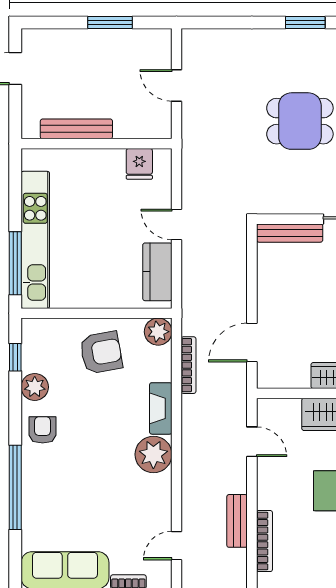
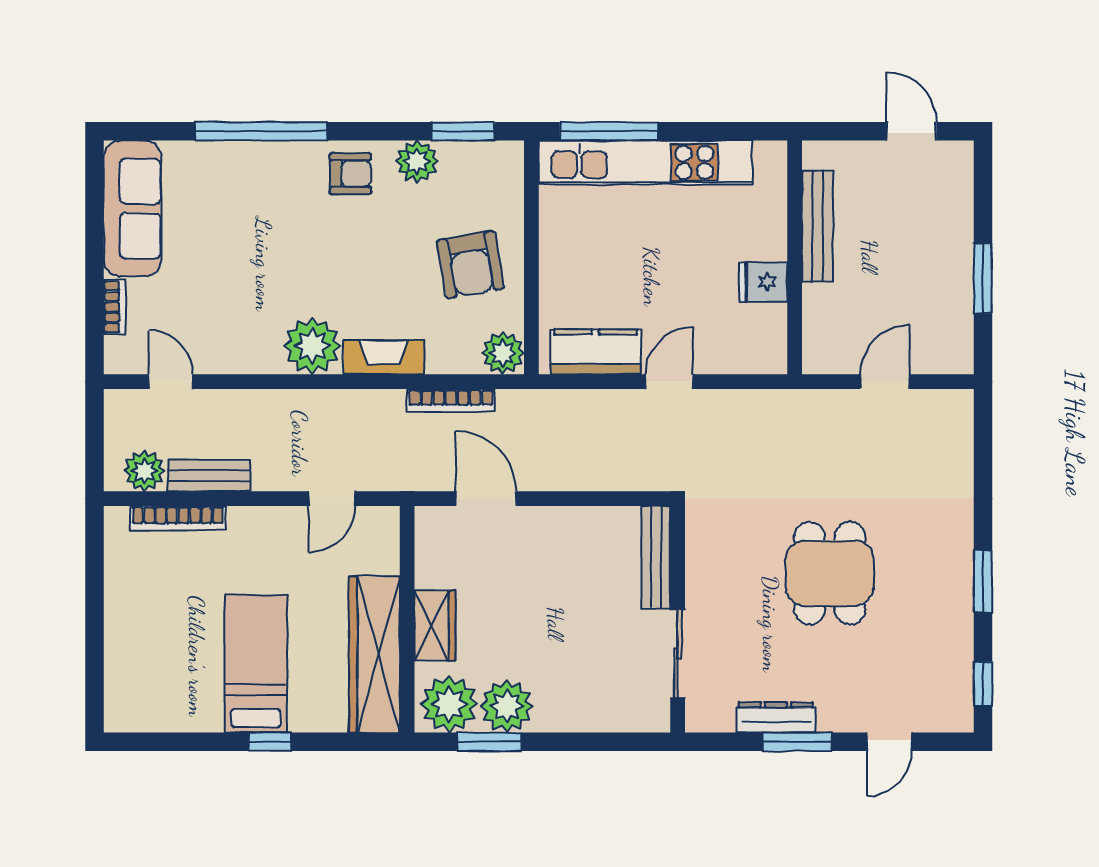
fridge: (139, 164) -> (763, 282), moved
window: (15, 357) -> (463, 131), width x1.50
plant: (234, 563) -> (144, 471), added

